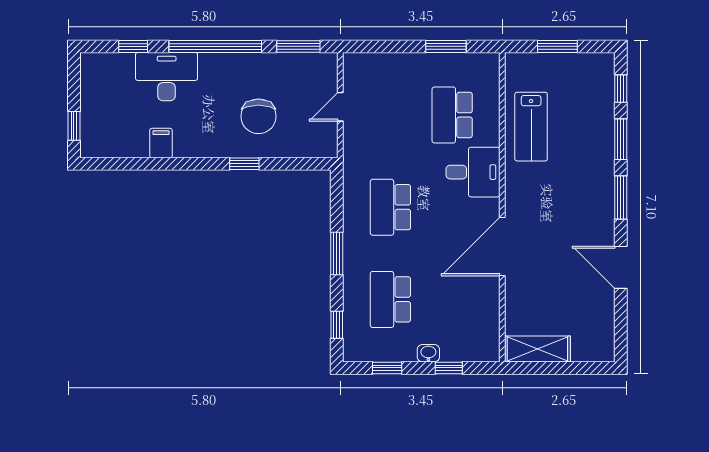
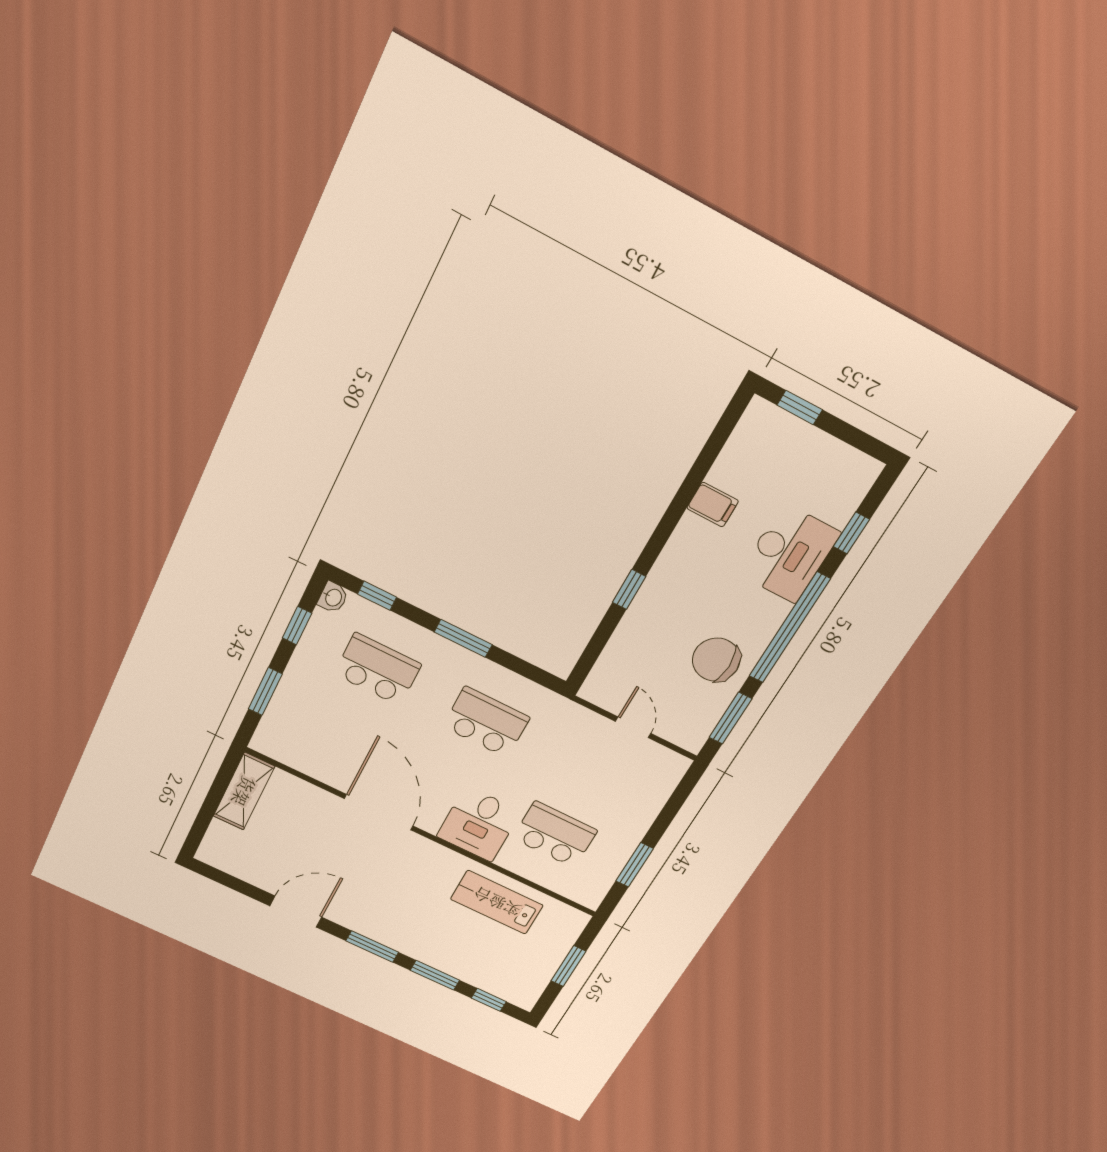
chair: (258, 116) -> (716, 660), moved
washbasin: (428, 353) -> (333, 597), moved
window: (449, 368) -> (265, 691), width x1.50

